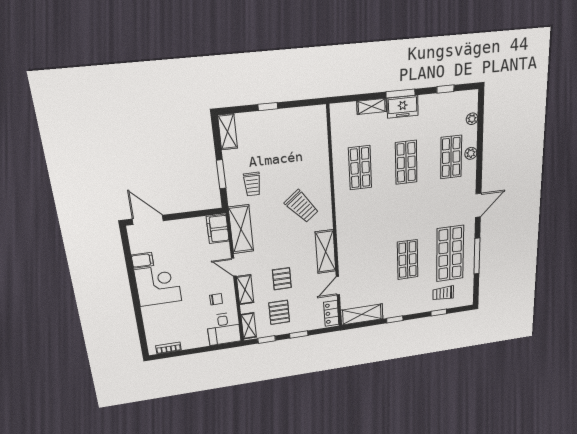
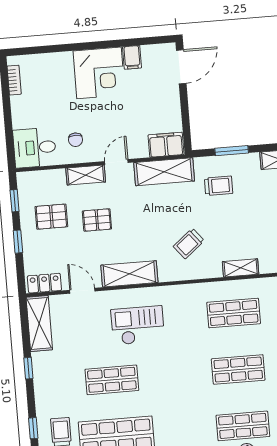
trolley: (252, 184) -> (219, 186), turned 180
trolley: (302, 206) -> (189, 244), width x0.73, depth x0.72
checkout: (367, 243) -> (138, 325), added
shelving: (249, 326) -> (241, 268), moved

